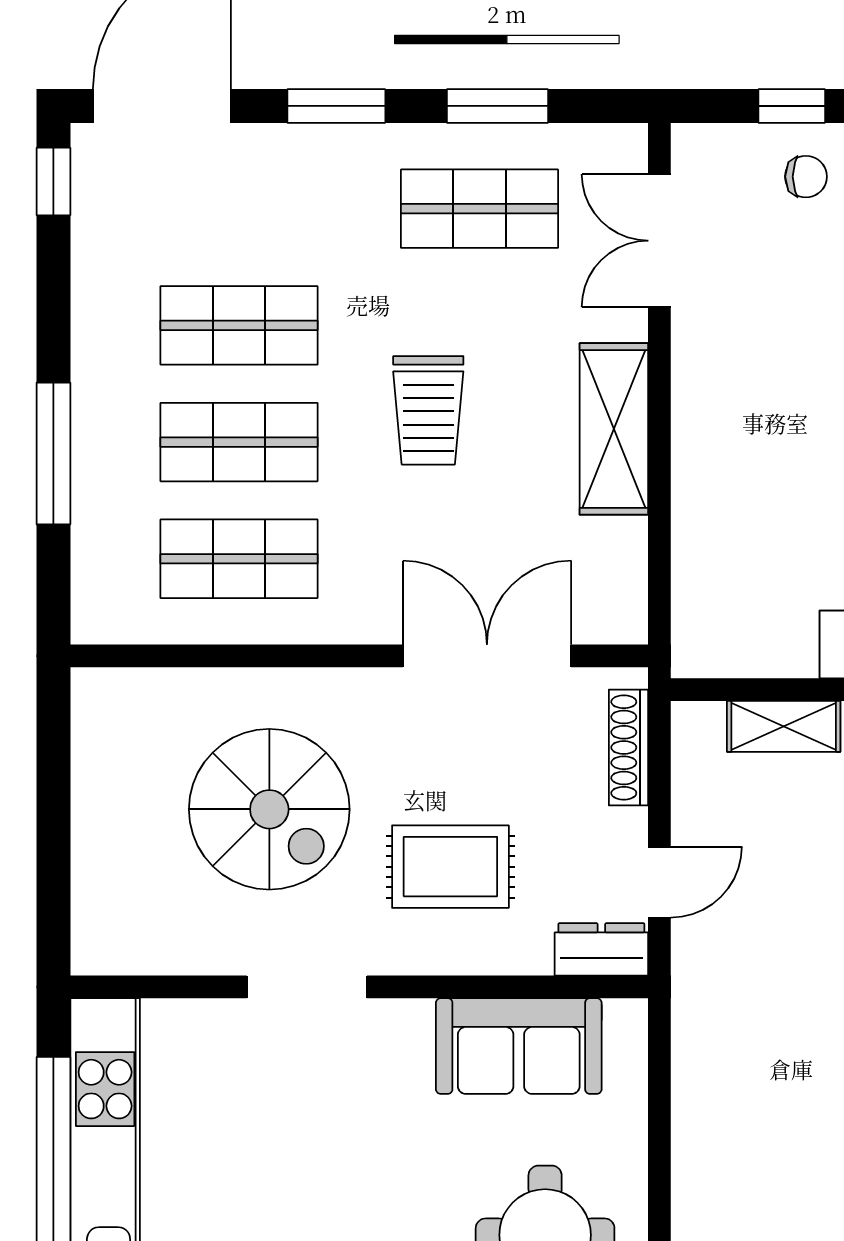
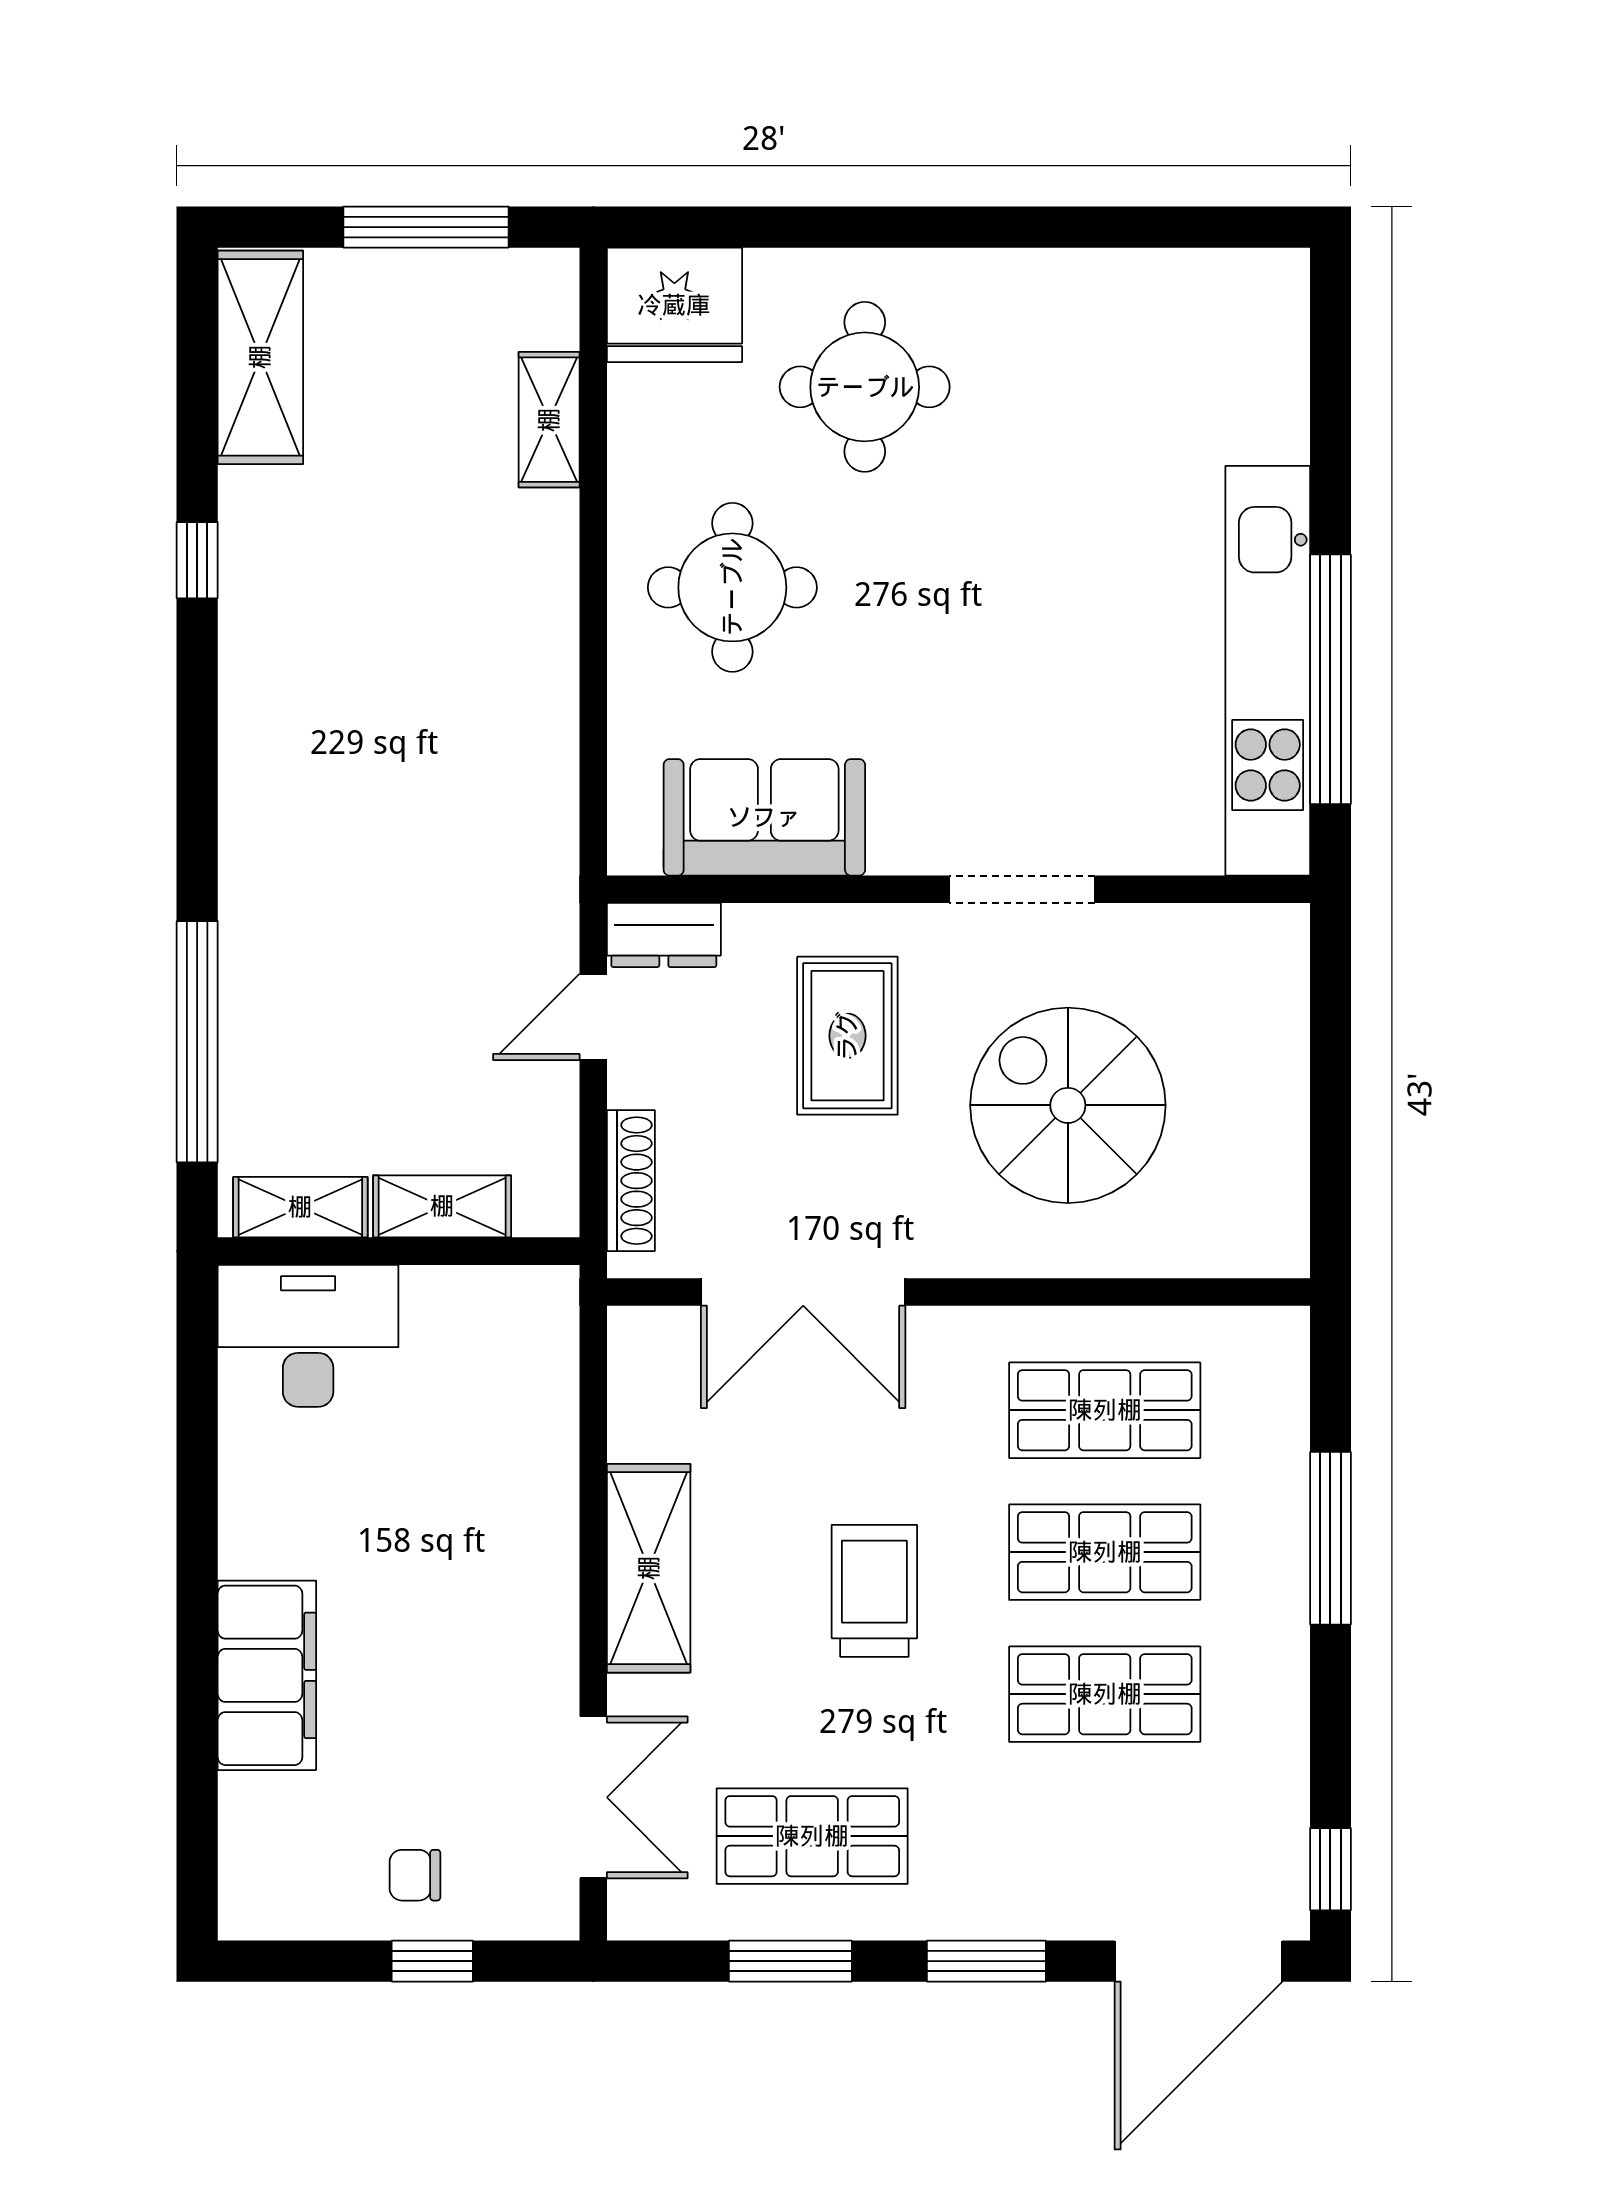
rug: (450, 867) -> (847, 1036), turned 90

